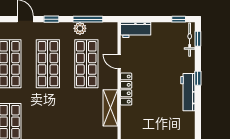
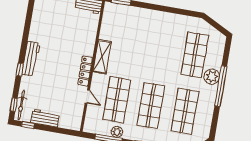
workbench: (136, 30) -> (45, 118), moved

